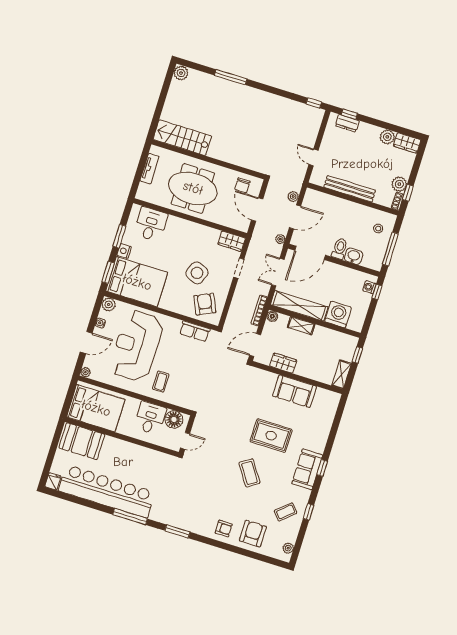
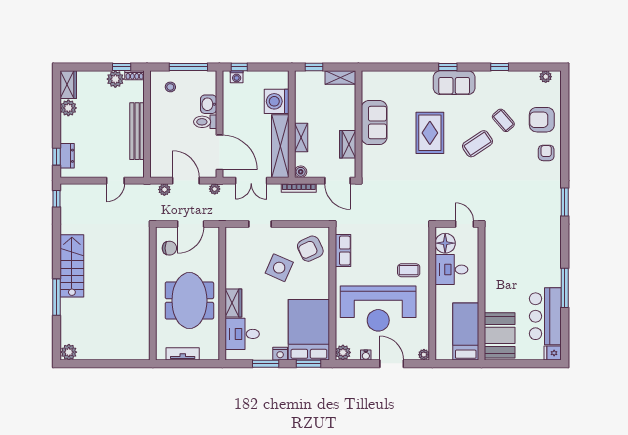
stairs: (182, 138) -> (72, 266), moved, turned 180
wardrobe: (232, 241) -> (233, 303), moved
bed: (96, 408) -> (466, 332), width x0.67
bar counter: (107, 491) -> (545, 316), width x0.54
coffee table: (286, 512) -> (503, 120), moved
window: (130, 517) -> (565, 288), moved

